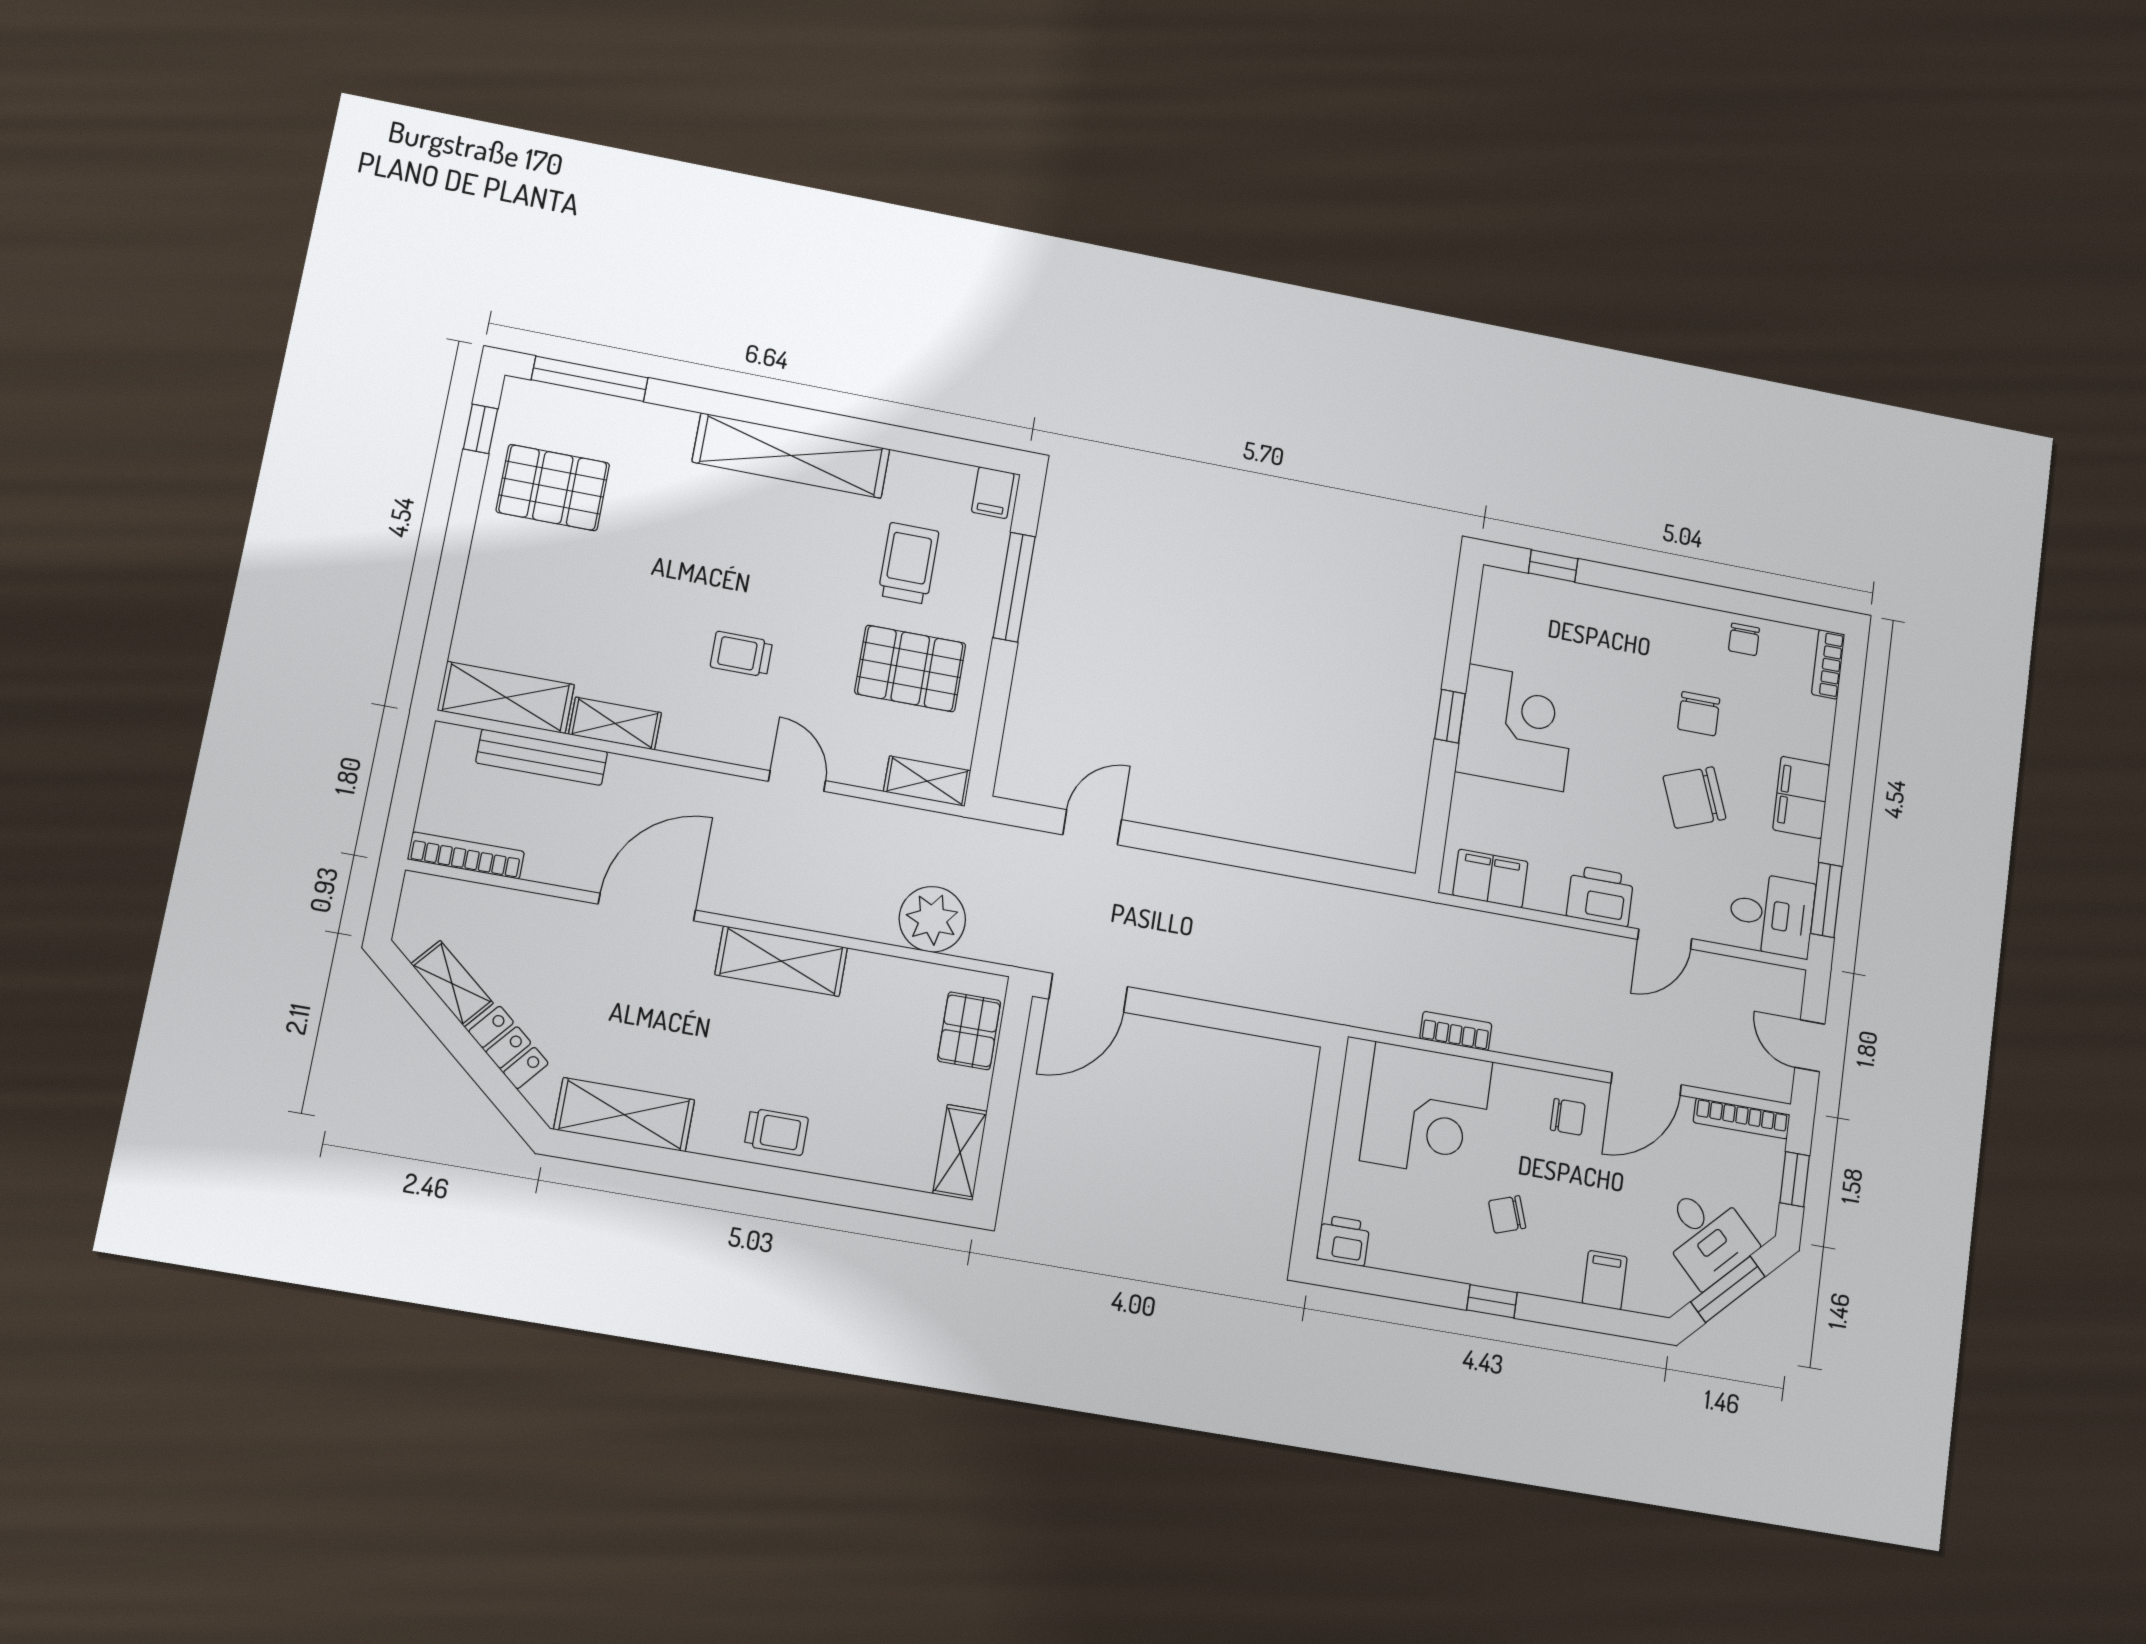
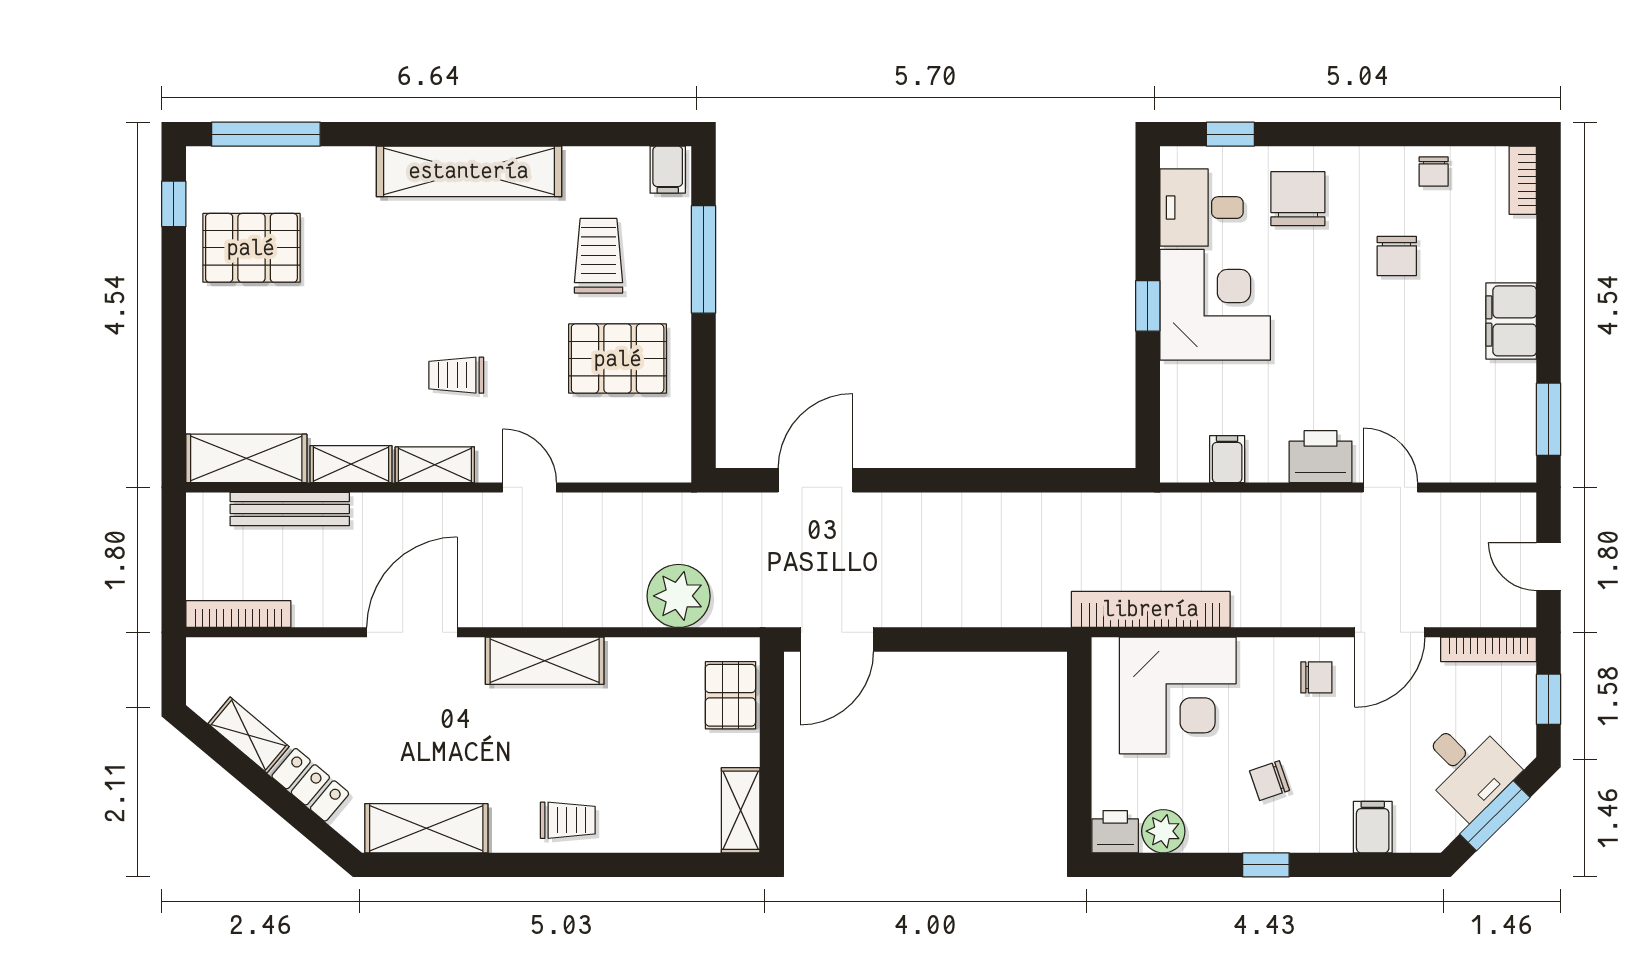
shelving: (927, 781) -> (435, 465), moved
chair: (1694, 798) -> (1298, 199), moved, turned 111
door: (1092, 827) -> (816, 480), width x1.38
filing cabinet: (1490, 878) -> (1227, 459), width x0.50
desk: (1772, 915) -> (1202, 208), moved, turned 180
door: (1665, 939) -> (1390, 487), swing flipped
bookcase: (1456, 1031) -> (1151, 609), width x2.31, depth x1.31
plant: (1393, 1249) -> (1163, 831), added

